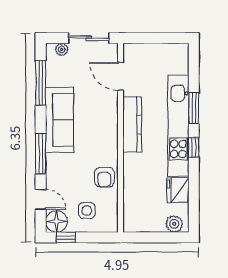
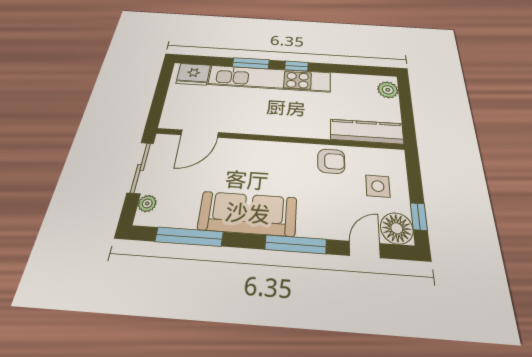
kitchen counter: (132, 124) -> (367, 131), moved
fridge: (178, 190) -> (193, 74), moved

